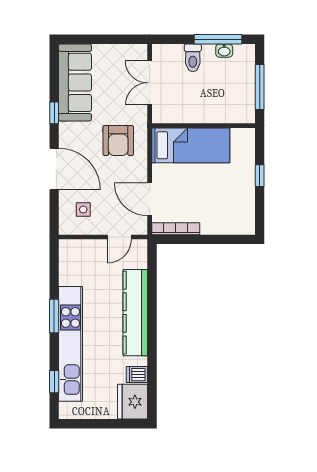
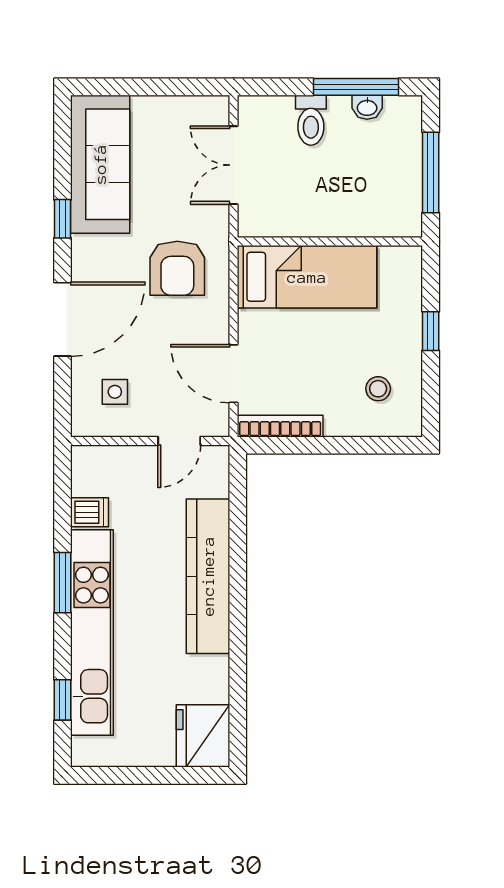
door: (54, 169) -> (63, 319), hinge flipped
stool: (230, 208) -> (378, 389), added
dishwasher: (137, 375) -> (90, 512), moved, turned 180

